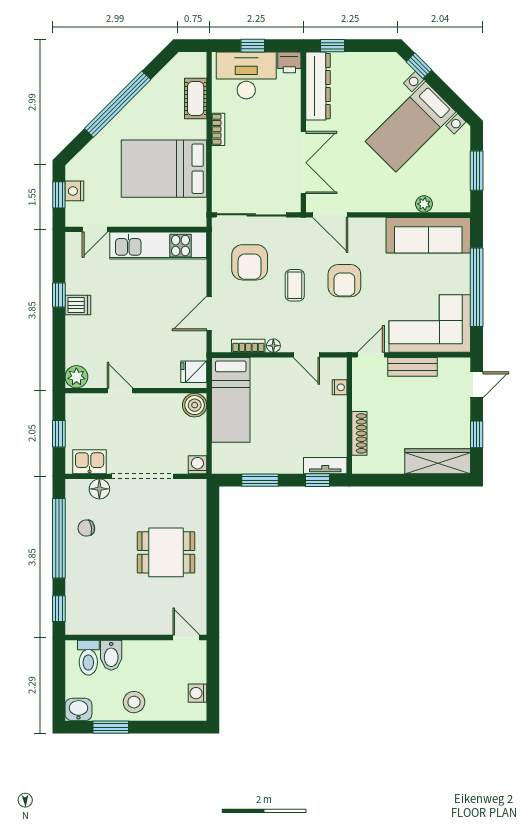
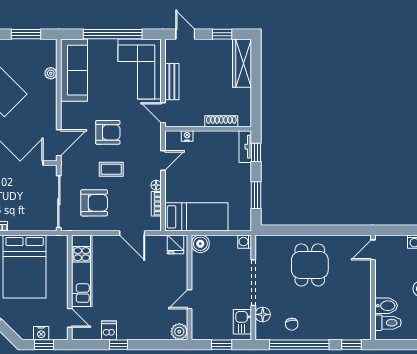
dishwasher: (78, 305) -> (109, 330), moved

